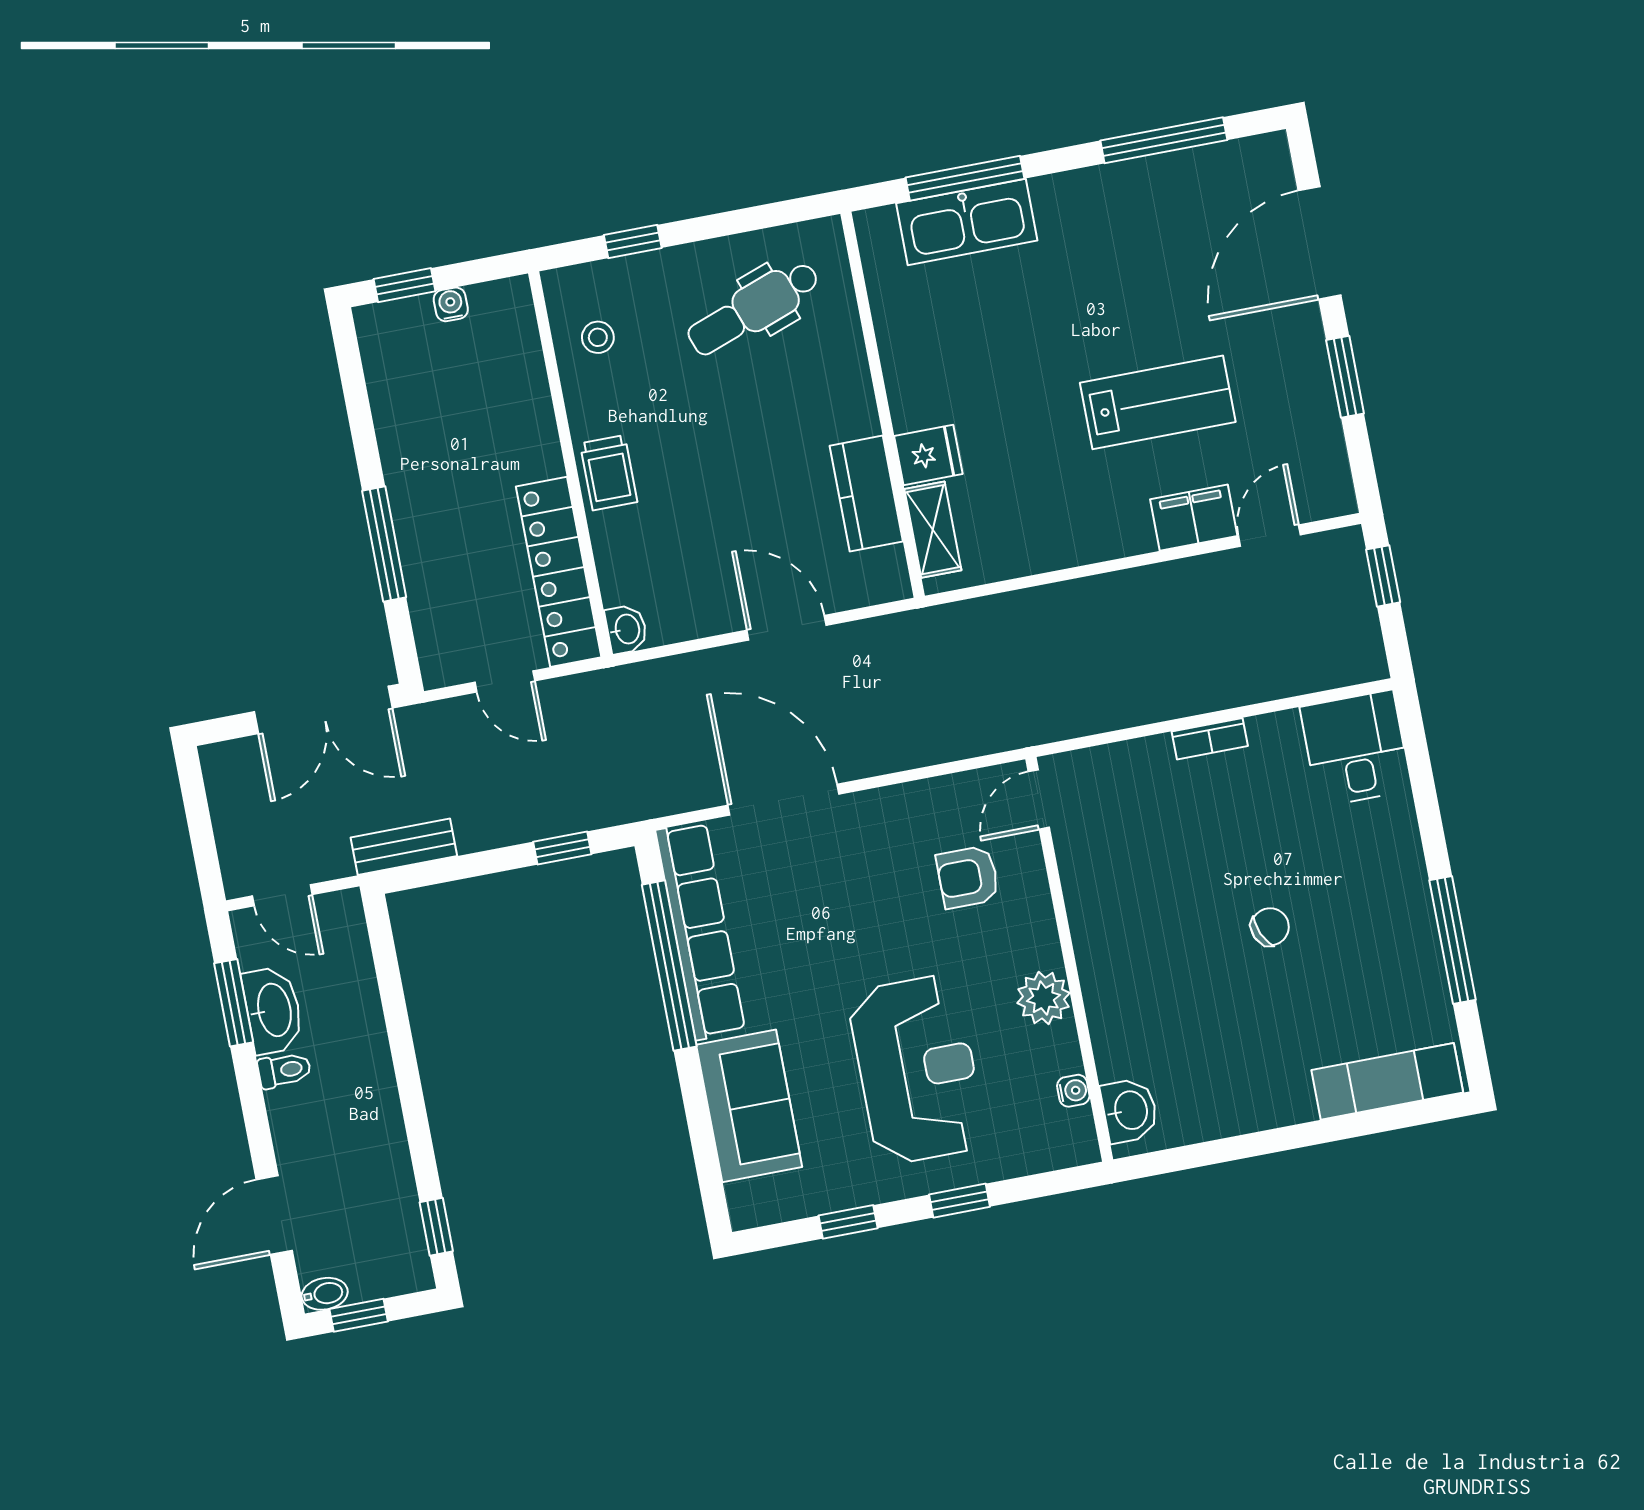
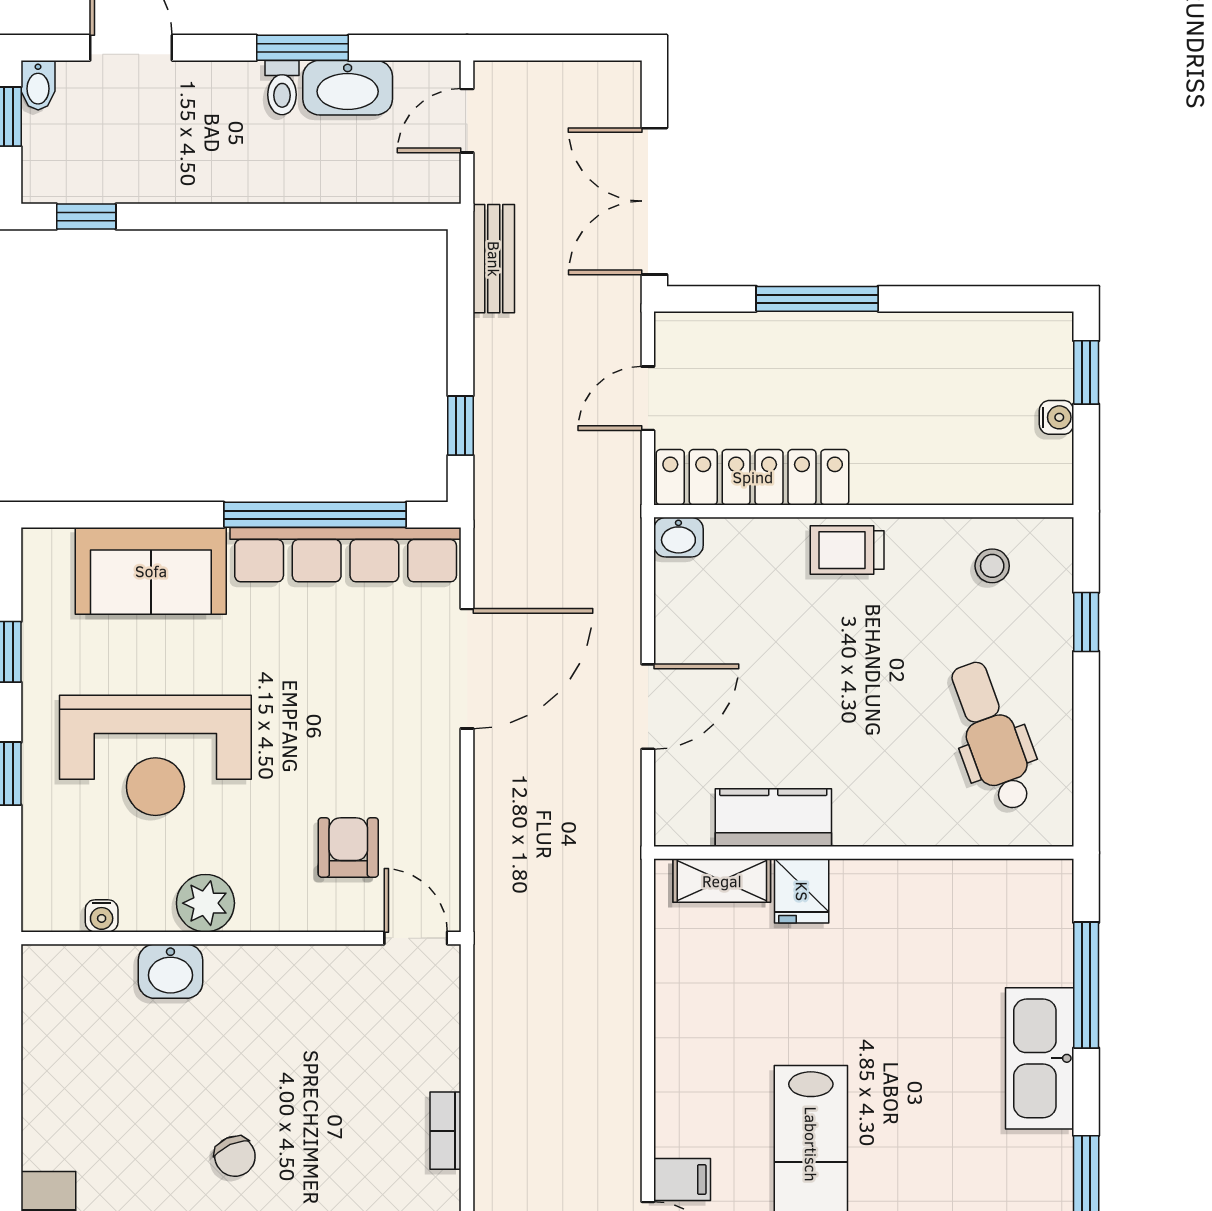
kitchen sink: (967, 222) -> (1040, 1058), moved
filing cabinet: (1194, 518) -> (682, 1179), width x0.50
window: (234, 1003) -> (302, 48), moved
washbasin: (1130, 1110) -> (170, 971), moved

